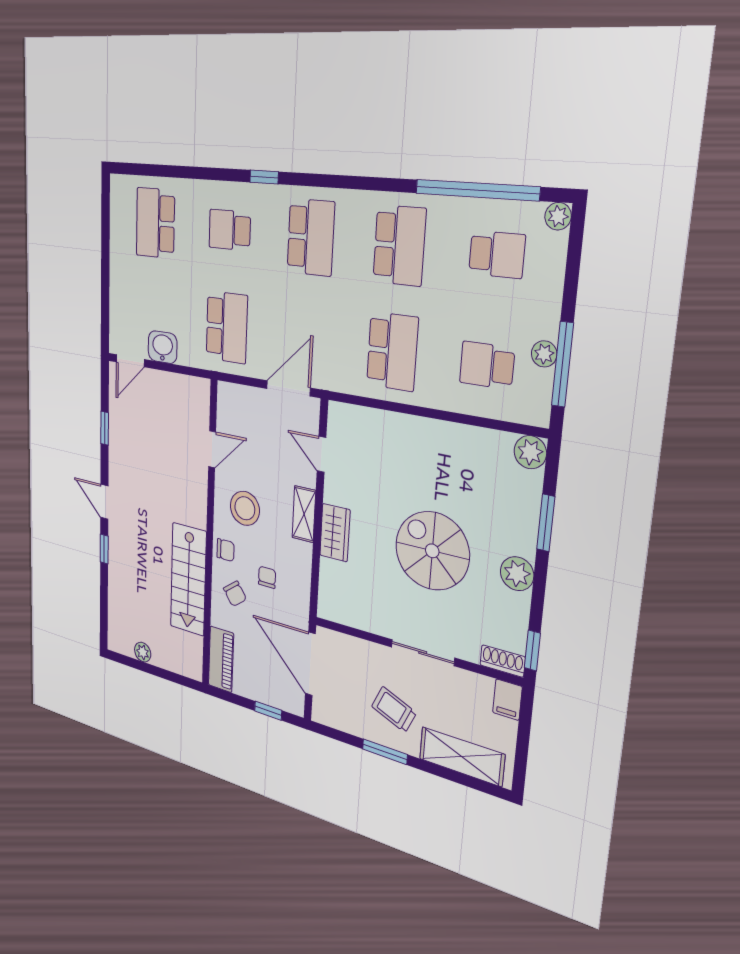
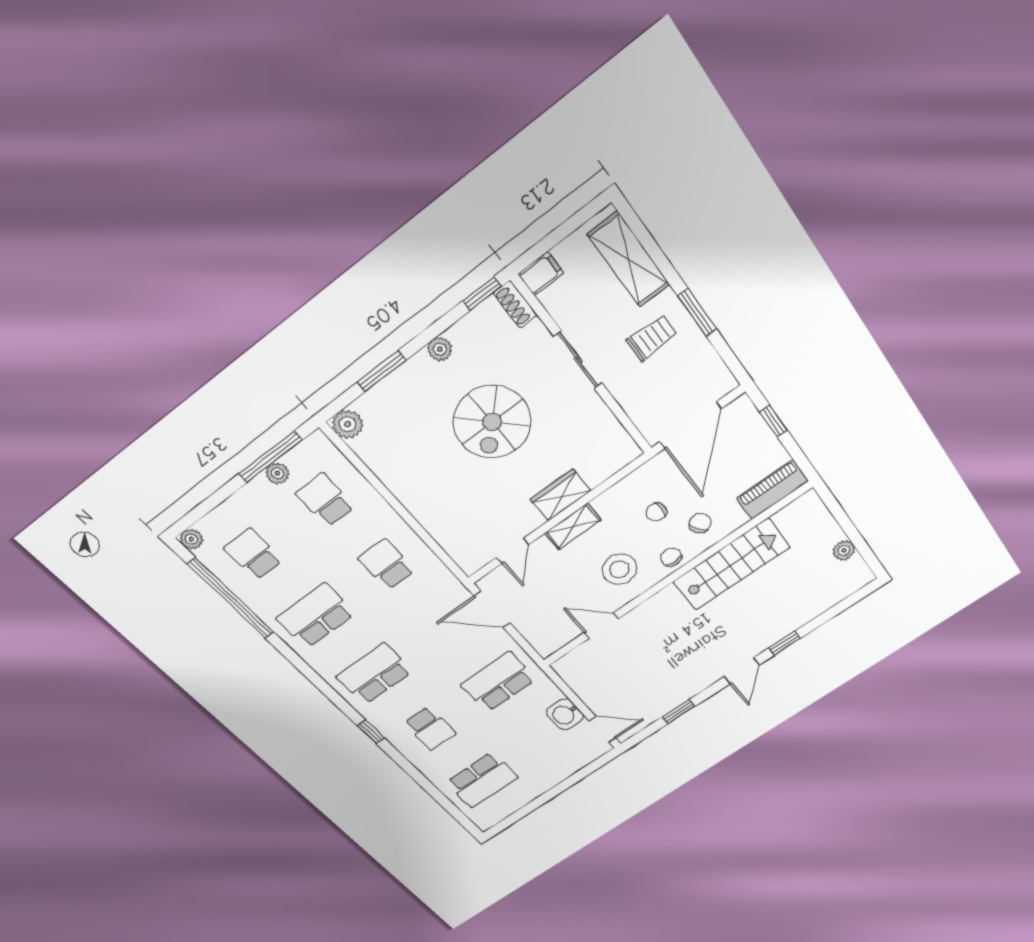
school desk: (392, 351) -> (387, 565), width x0.54
school desk: (487, 365) -> (325, 500), turned 180
plant: (517, 574) -> (440, 349), width x0.73, depth x0.73
trolley: (394, 710) -> (652, 338), turned -113

